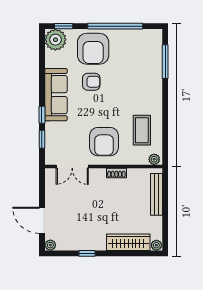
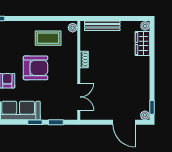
armchair: (104, 142) -> (36, 68), moved
door: (42, 220) -> (124, 122), hinge flipped
wardrobe: (128, 242) -> (143, 43), width x0.67
window: (87, 253) -> (152, 107), moved

